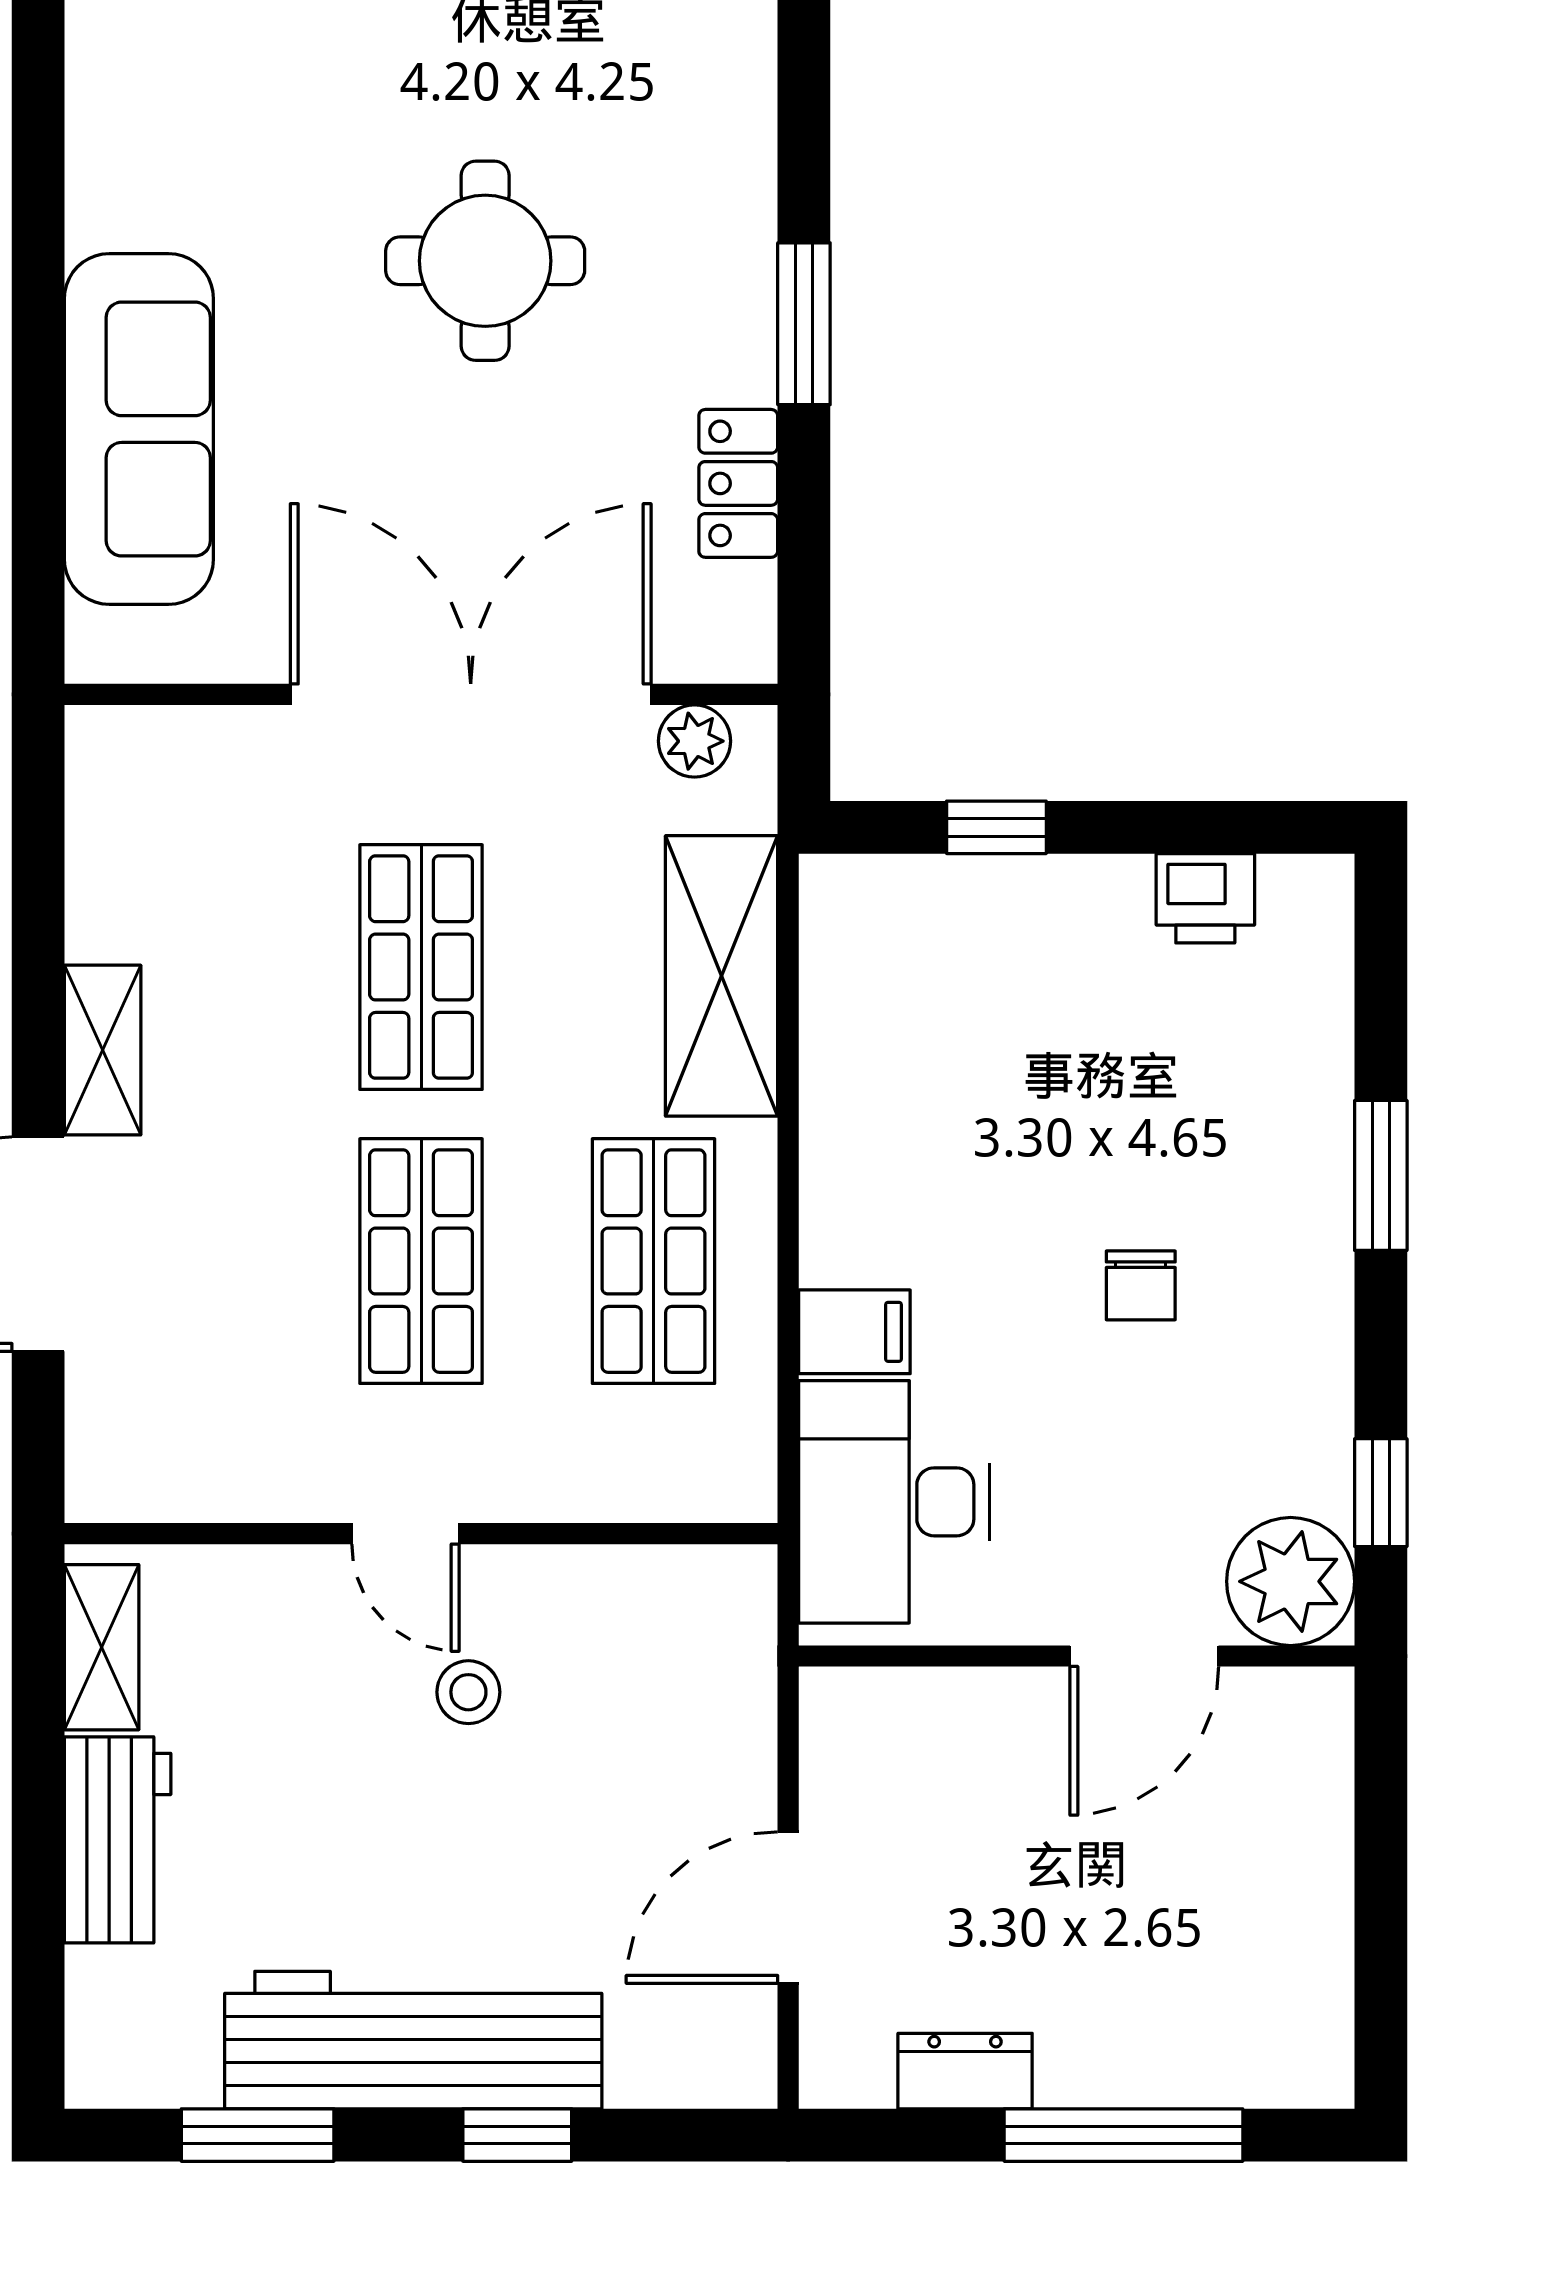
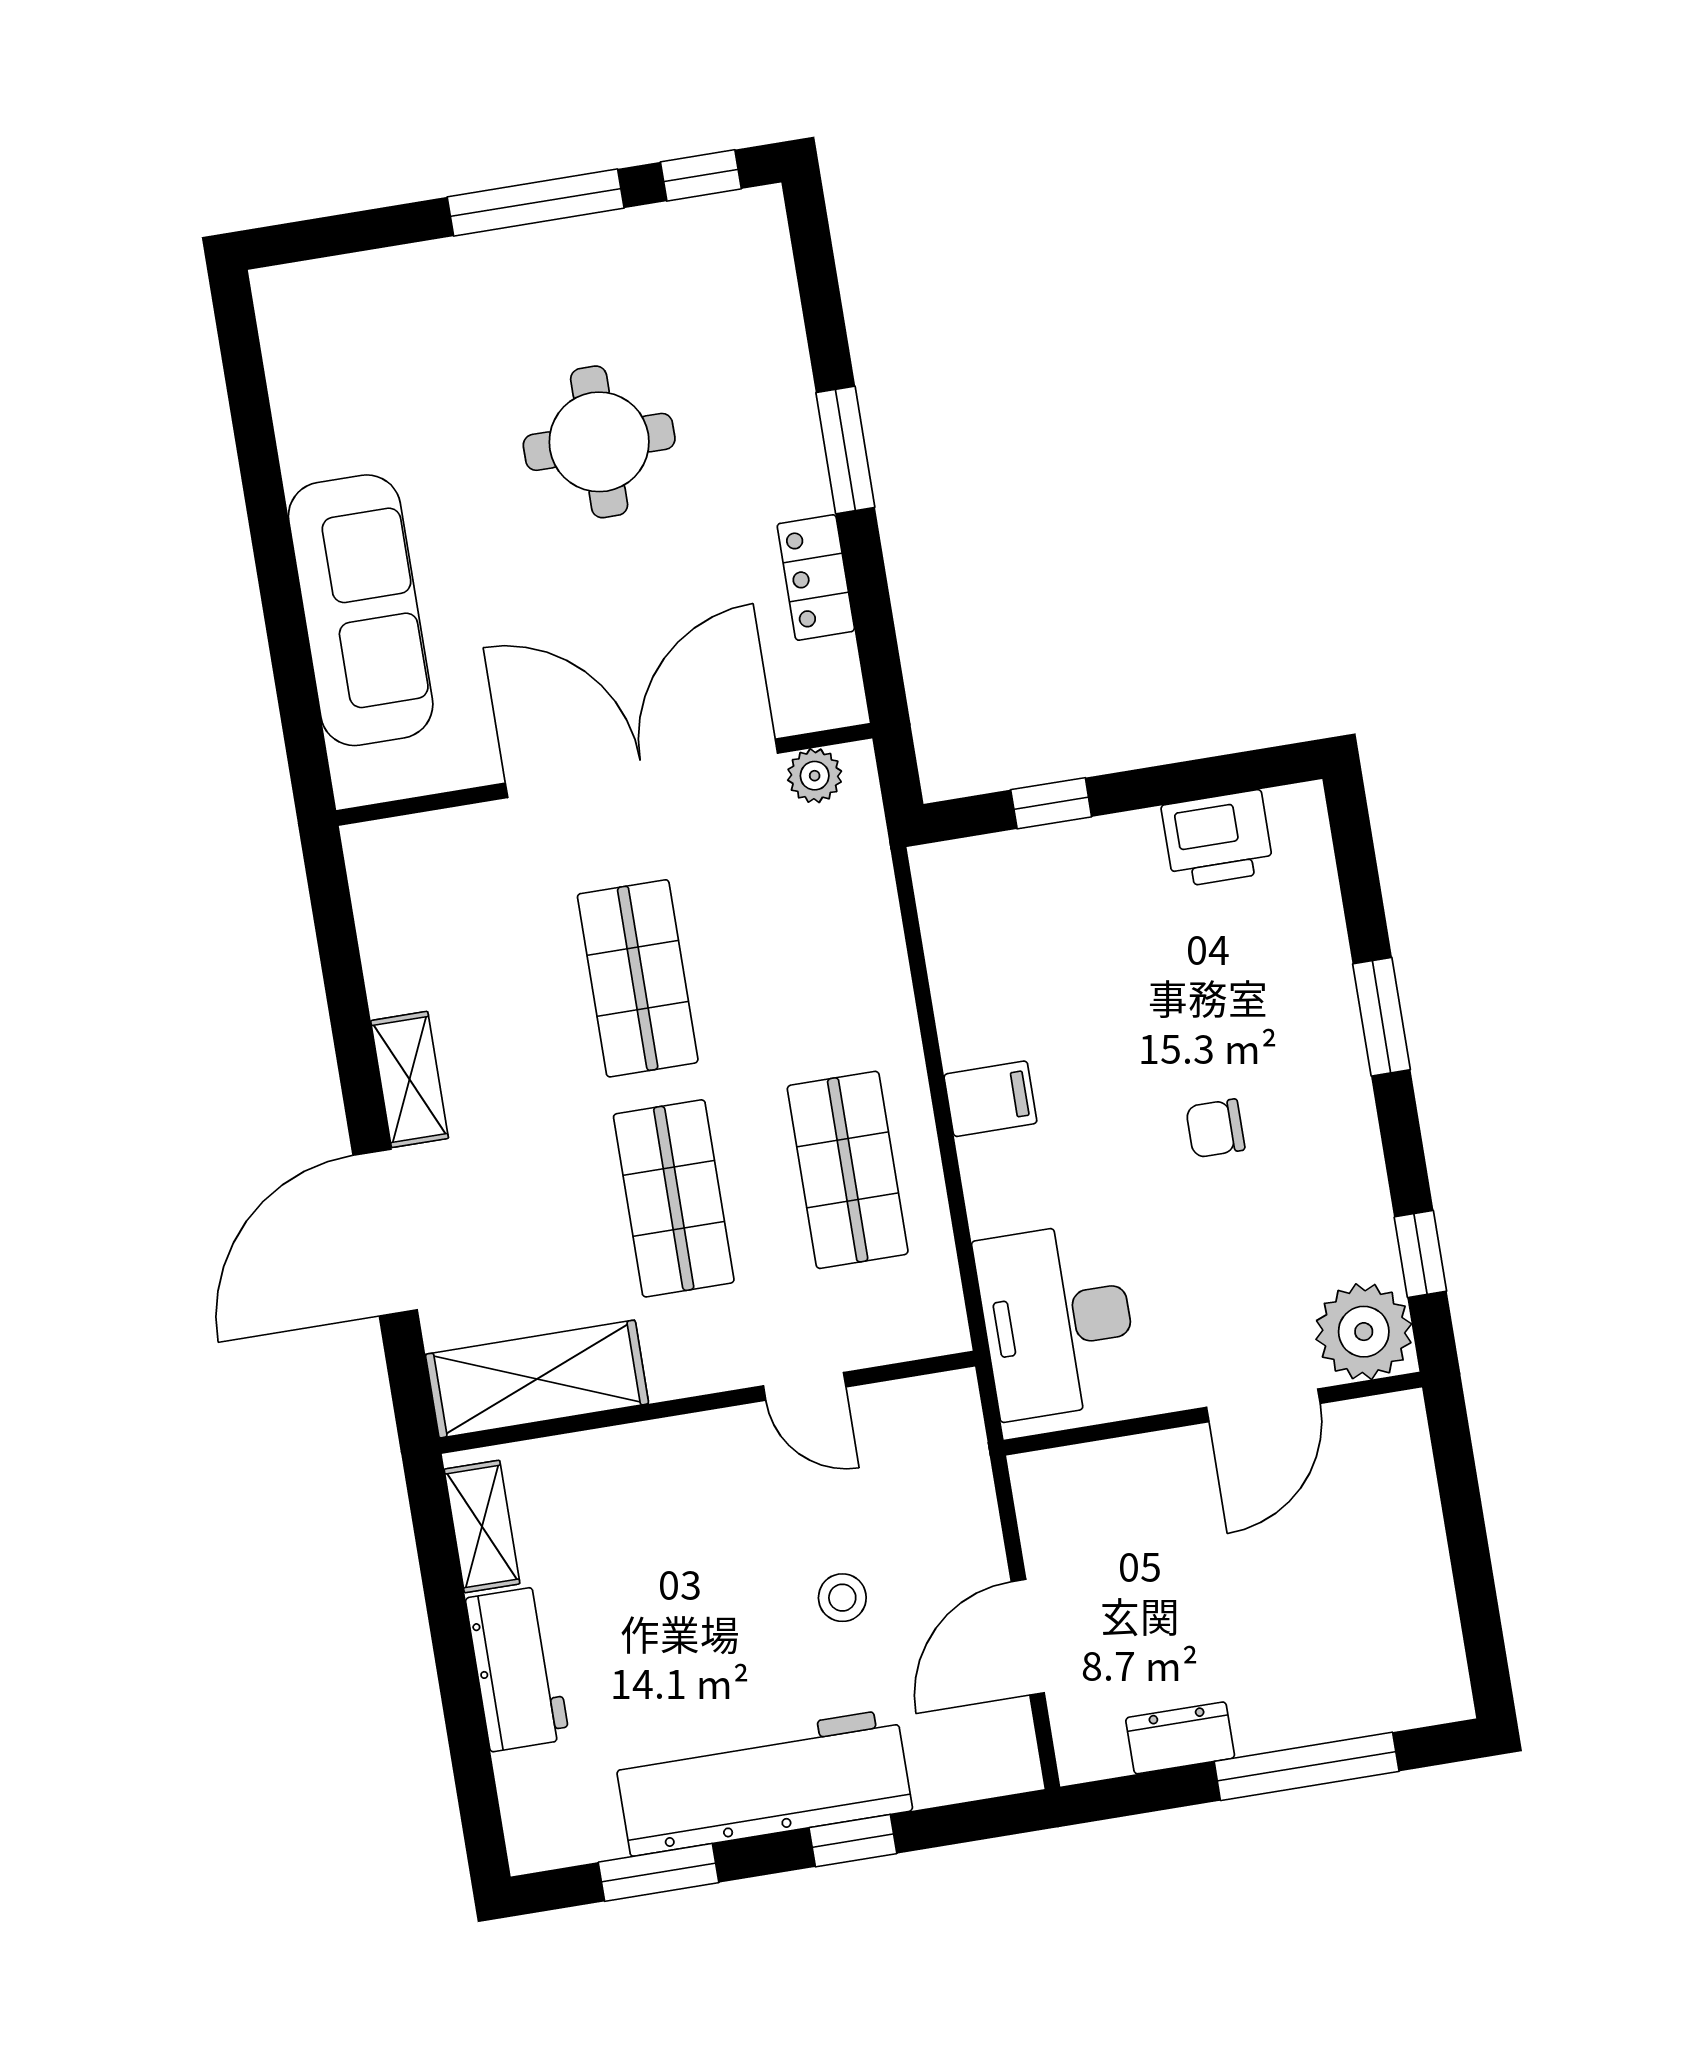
printer: (1205, 898) -> (1218, 839), width x1.36, depth x1.24
shelving: (722, 976) -> (537, 1379), moved, turned 90
chair: (1141, 1285) -> (1215, 1128), turned 90
filing cabinet: (854, 1332) -> (990, 1099), moved
door: (405, 1534) -> (805, 1386), moved
stool: (468, 1692) -> (842, 1598), moved

